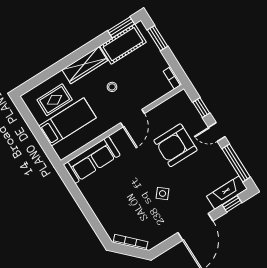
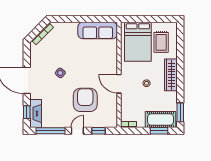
cot: (123, 44) -> (161, 120), moved, turned 90
bed: (67, 122) -> (138, 42), width x1.50
sofa: (92, 160) -> (98, 31), moved, turned -90

